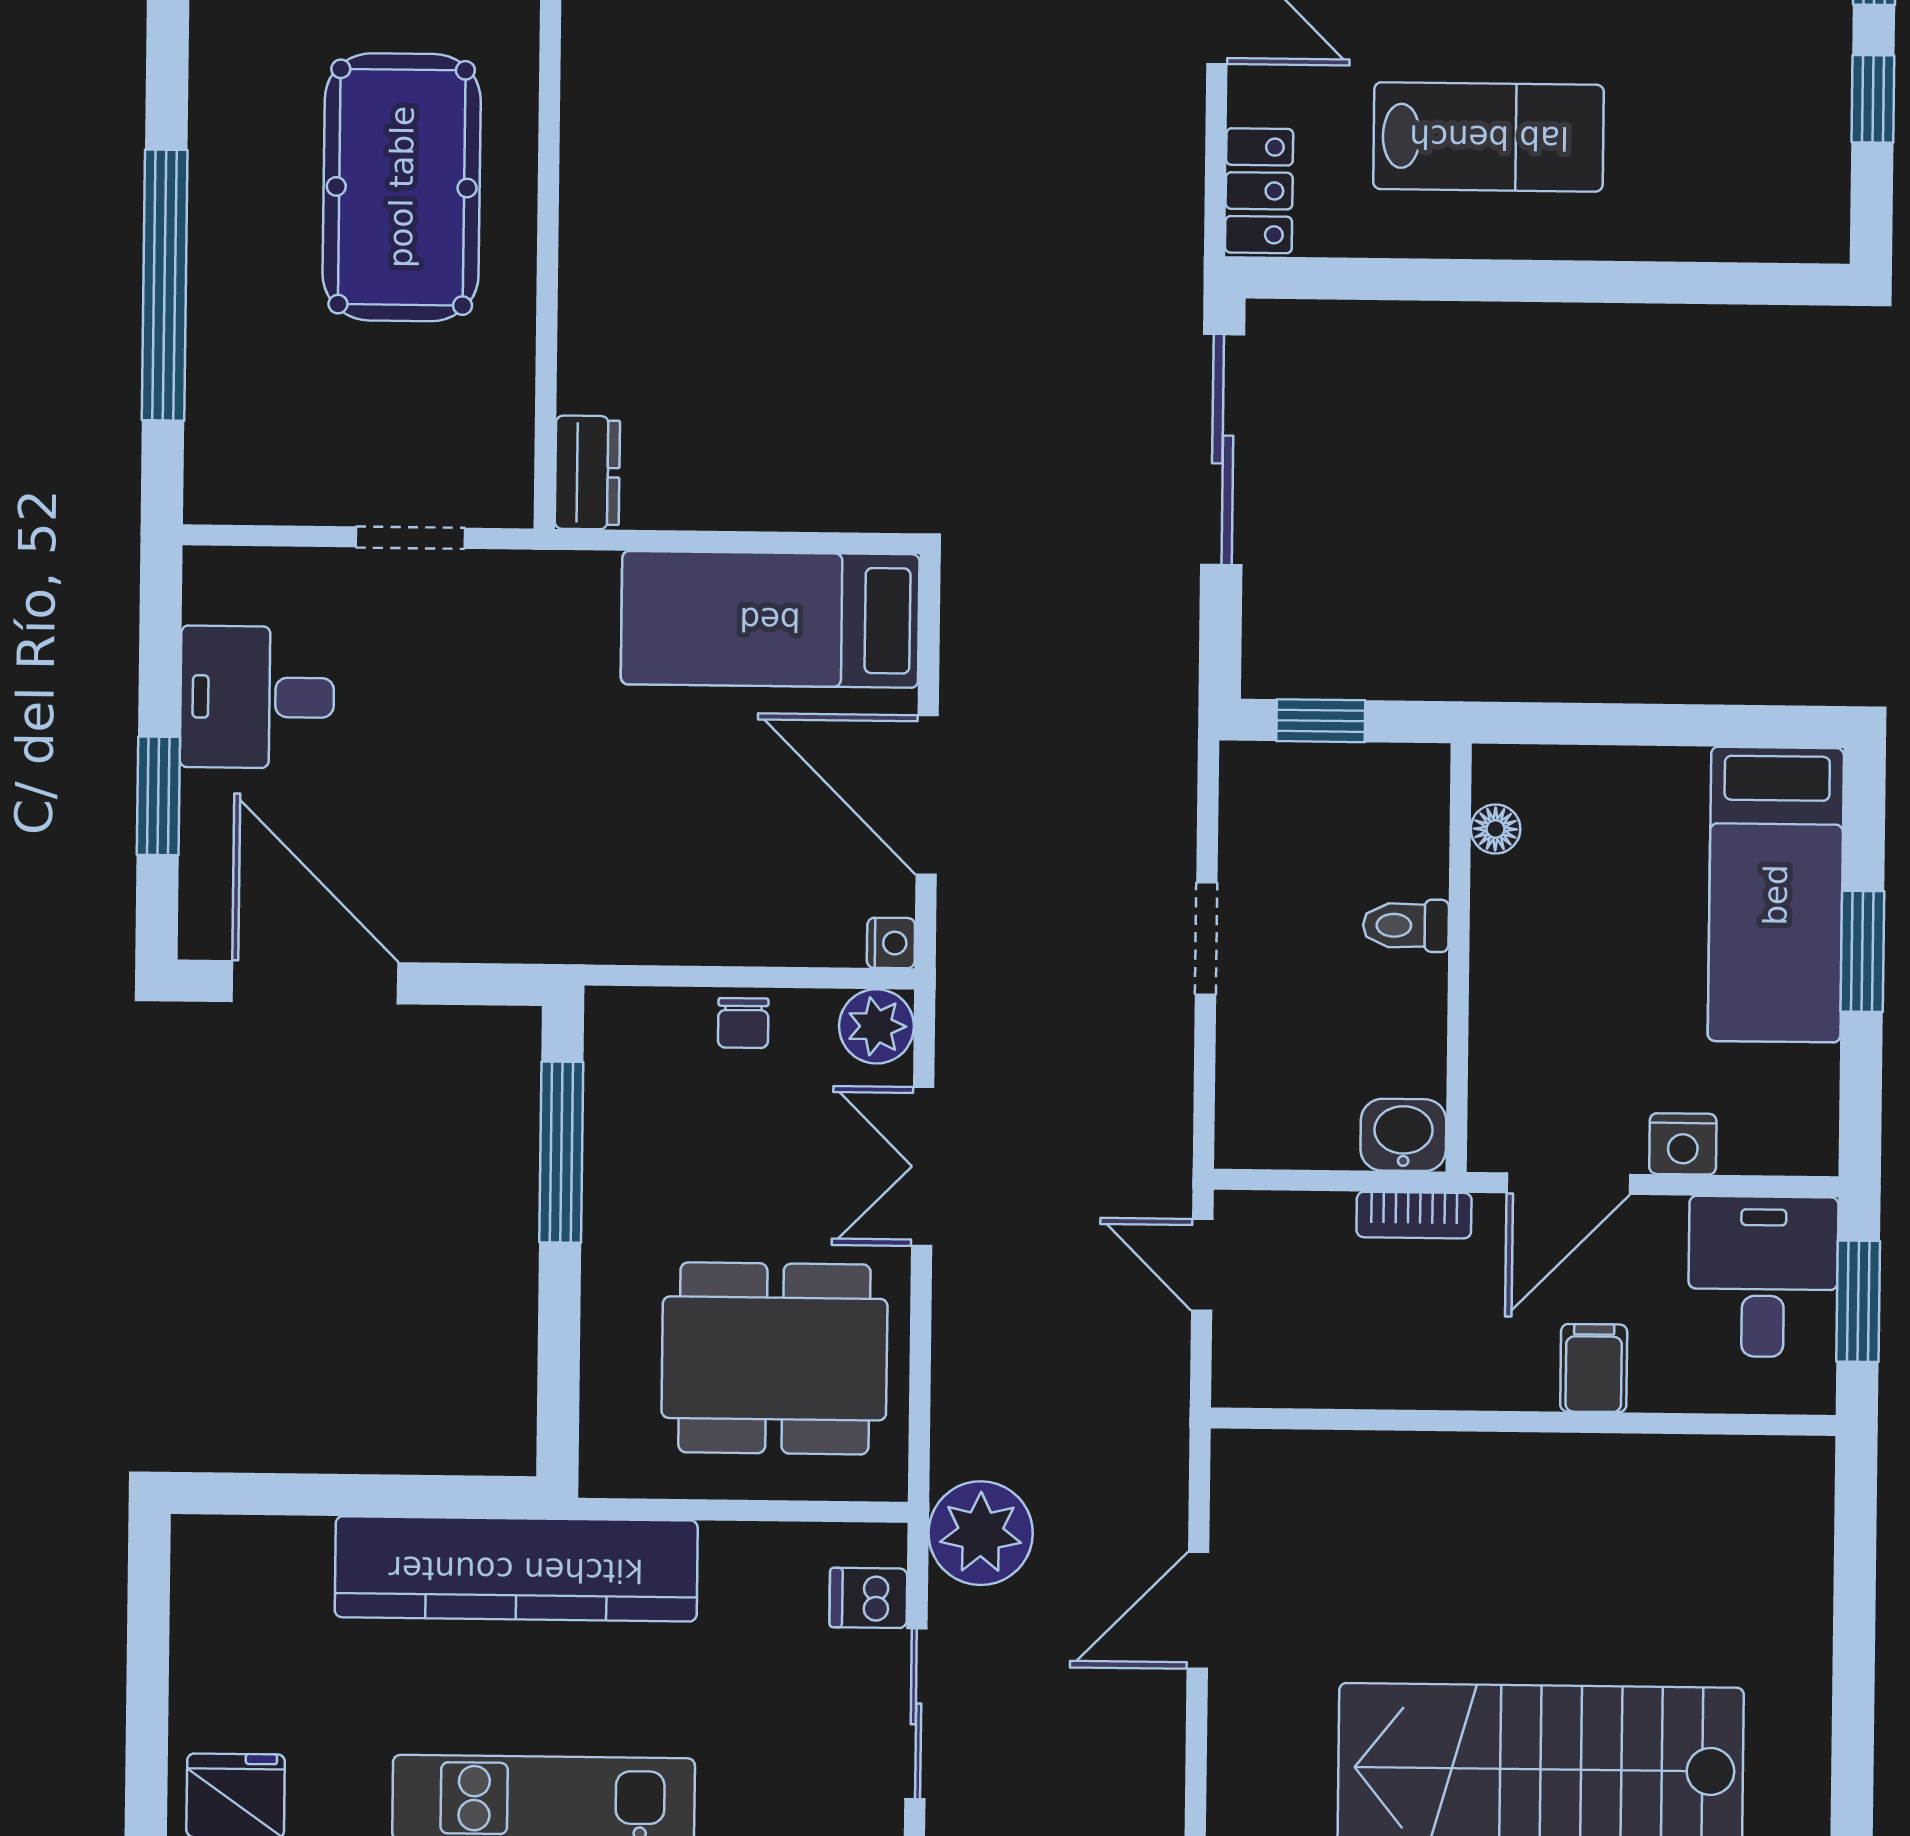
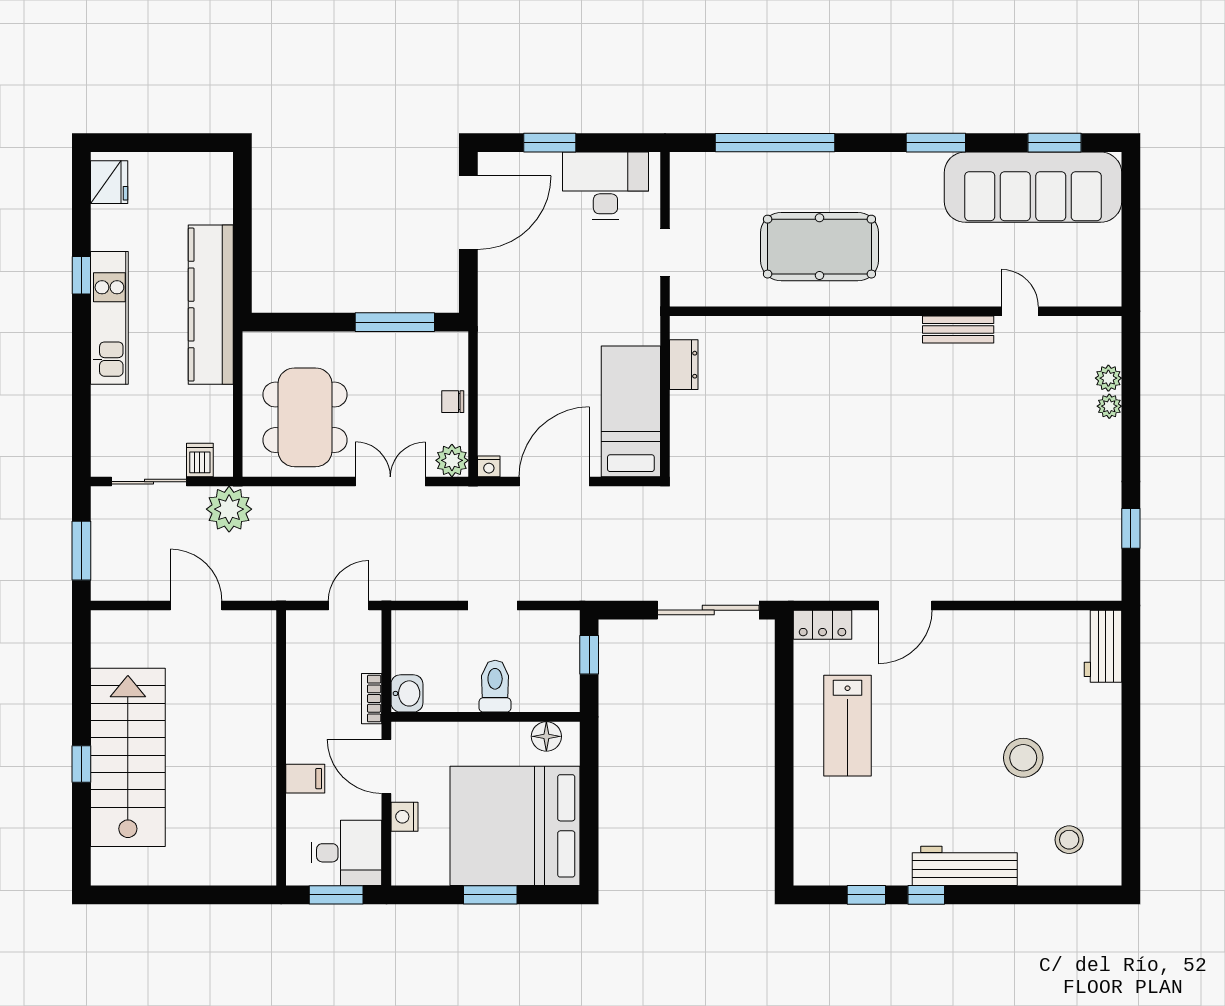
dresser: (587, 472) -> (684, 365), moved, turned -90
desk: (257, 697) -> (605, 186), width x1.37
floor lamp: (1495, 829) -> (546, 736), width x1.37, depth x1.37
bed: (1776, 895) -> (515, 826), width x2.04
toilet: (1406, 925) -> (495, 686), width x1.37, depth x1.39

